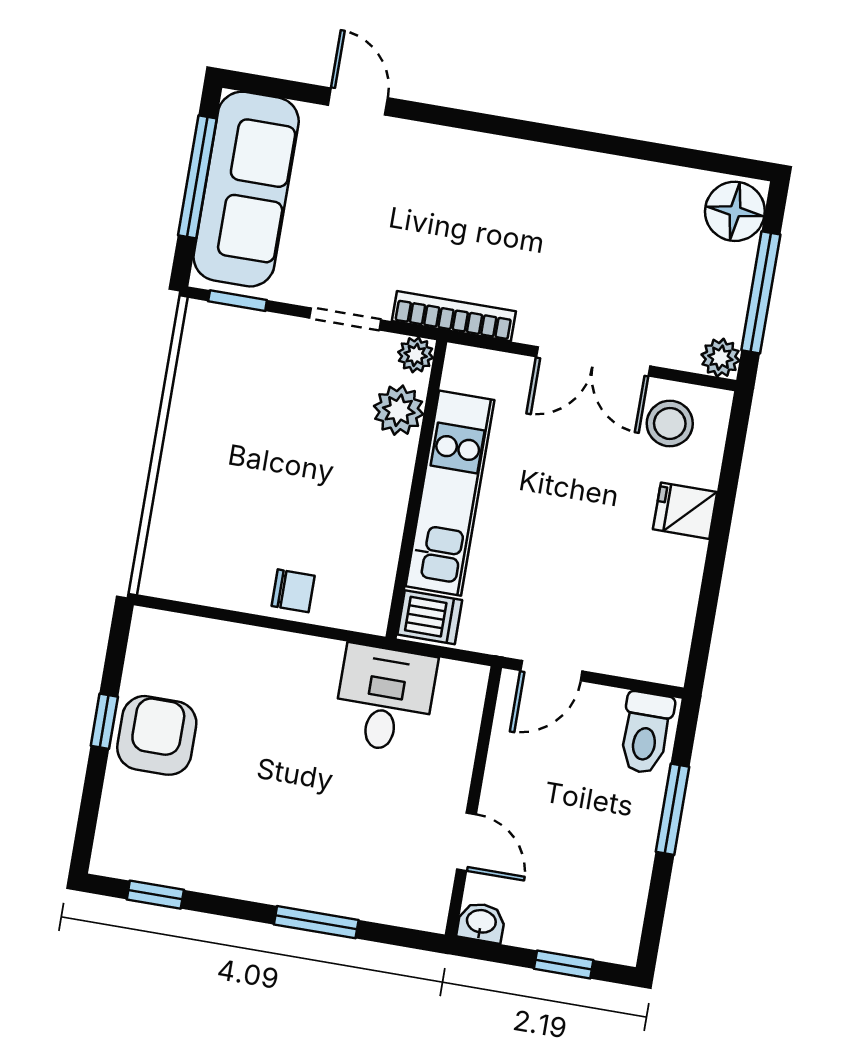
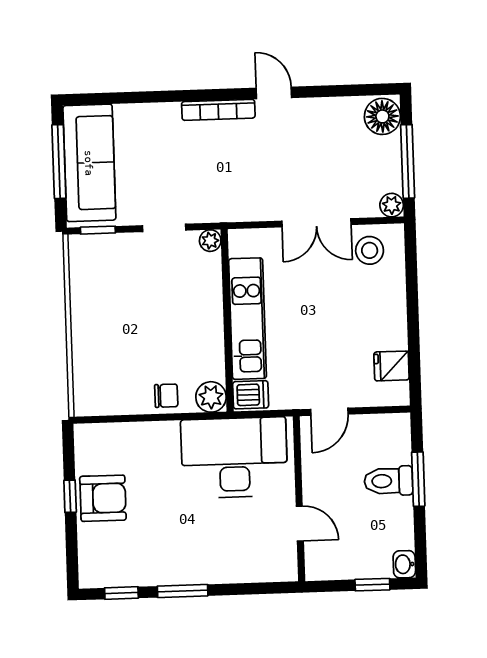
door: (358, 101) -> (274, 93), moved
bookcase: (454, 316) -> (218, 110), moved, turned 180
plant: (399, 410) -> (211, 397), moved
fridge: (685, 511) -> (391, 366), moved
desk: (385, 699) -> (234, 458), width x1.87, depth x1.30
toilet: (646, 733) -> (388, 481), moved, turned 90
armchair: (157, 735) -> (103, 498), turned 90
window: (316, 922) -> (183, 591), moved
washbasin: (481, 922) -> (404, 564), moved, turned -90

